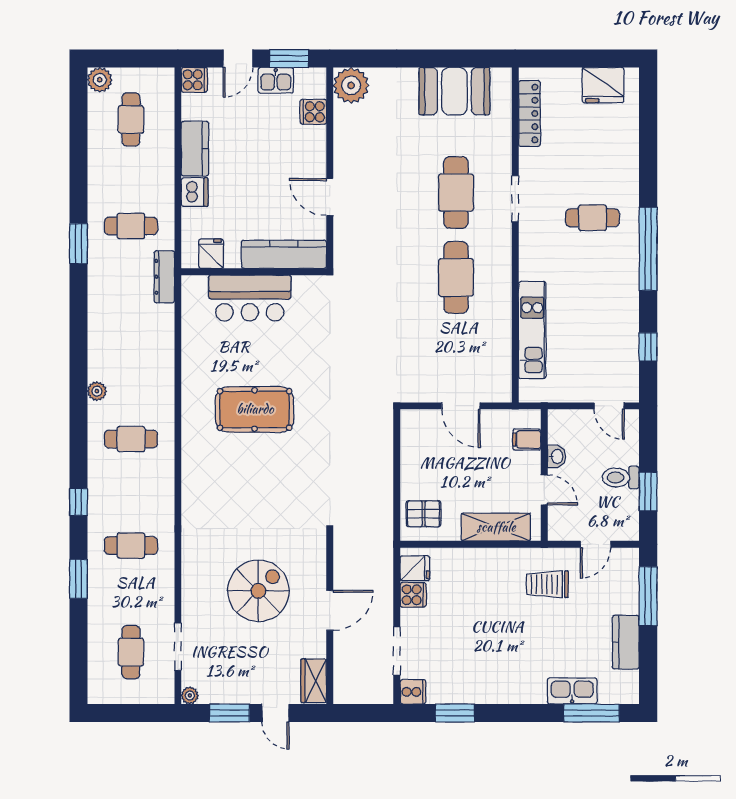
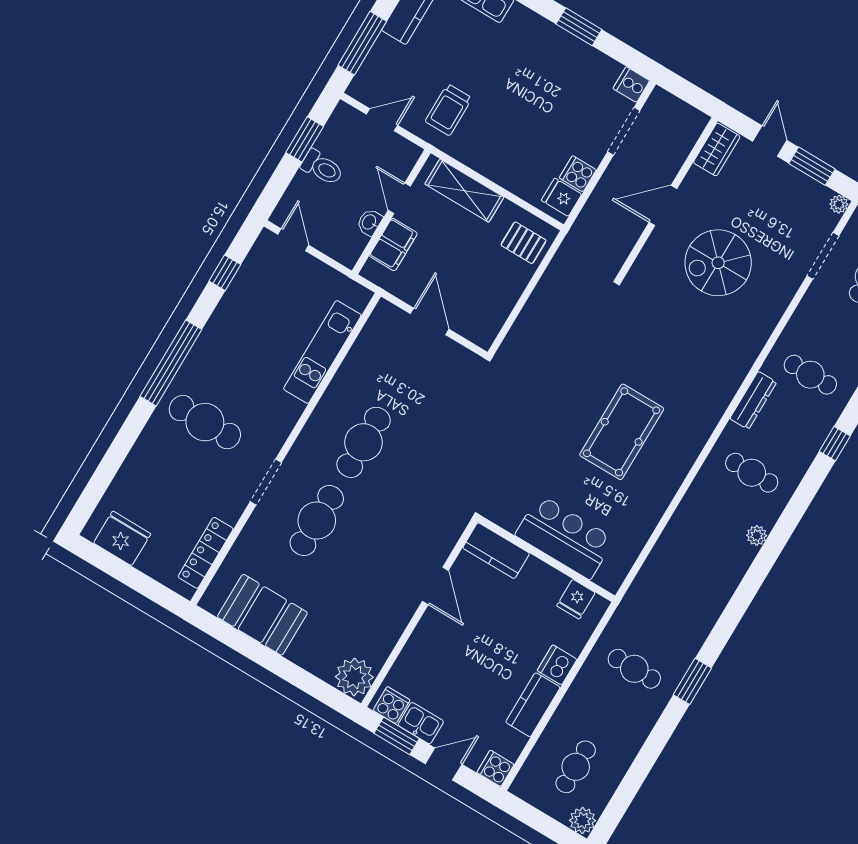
cooker: (313, 112) -> (392, 705), moved, turned -90
cafe table: (593, 218) -> (205, 422), width x1.37, depth x1.35
kitchen counter: (284, 254) -> (496, 551), width x0.67
dresser: (164, 277) -> (753, 400), moved
pool table: (255, 409) -> (622, 432), turned 90
filing cabinet: (527, 439) -> (393, 245), width x2.00
trolley: (547, 584) -> (449, 110), turned 90
window: (455, 713) -> (579, 27), moved

